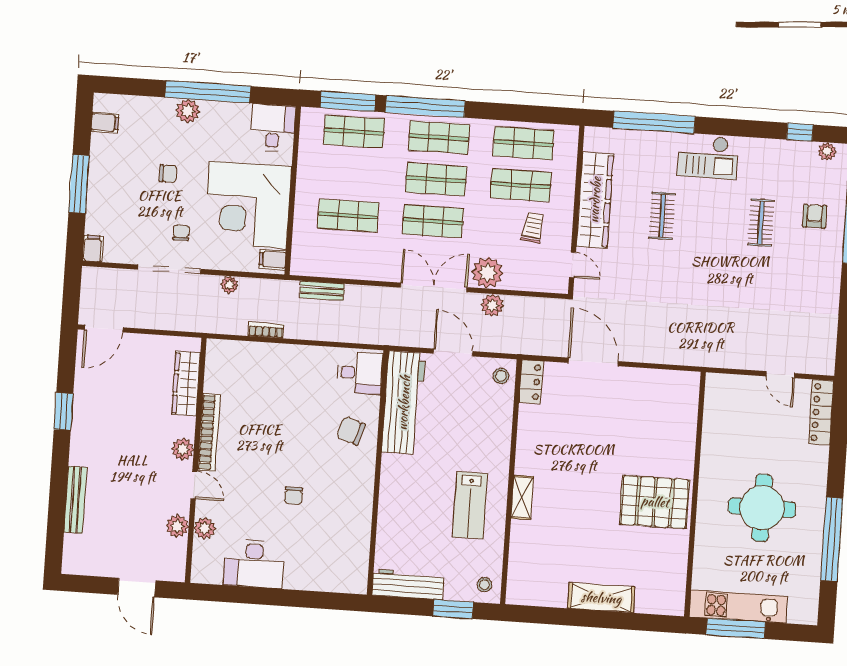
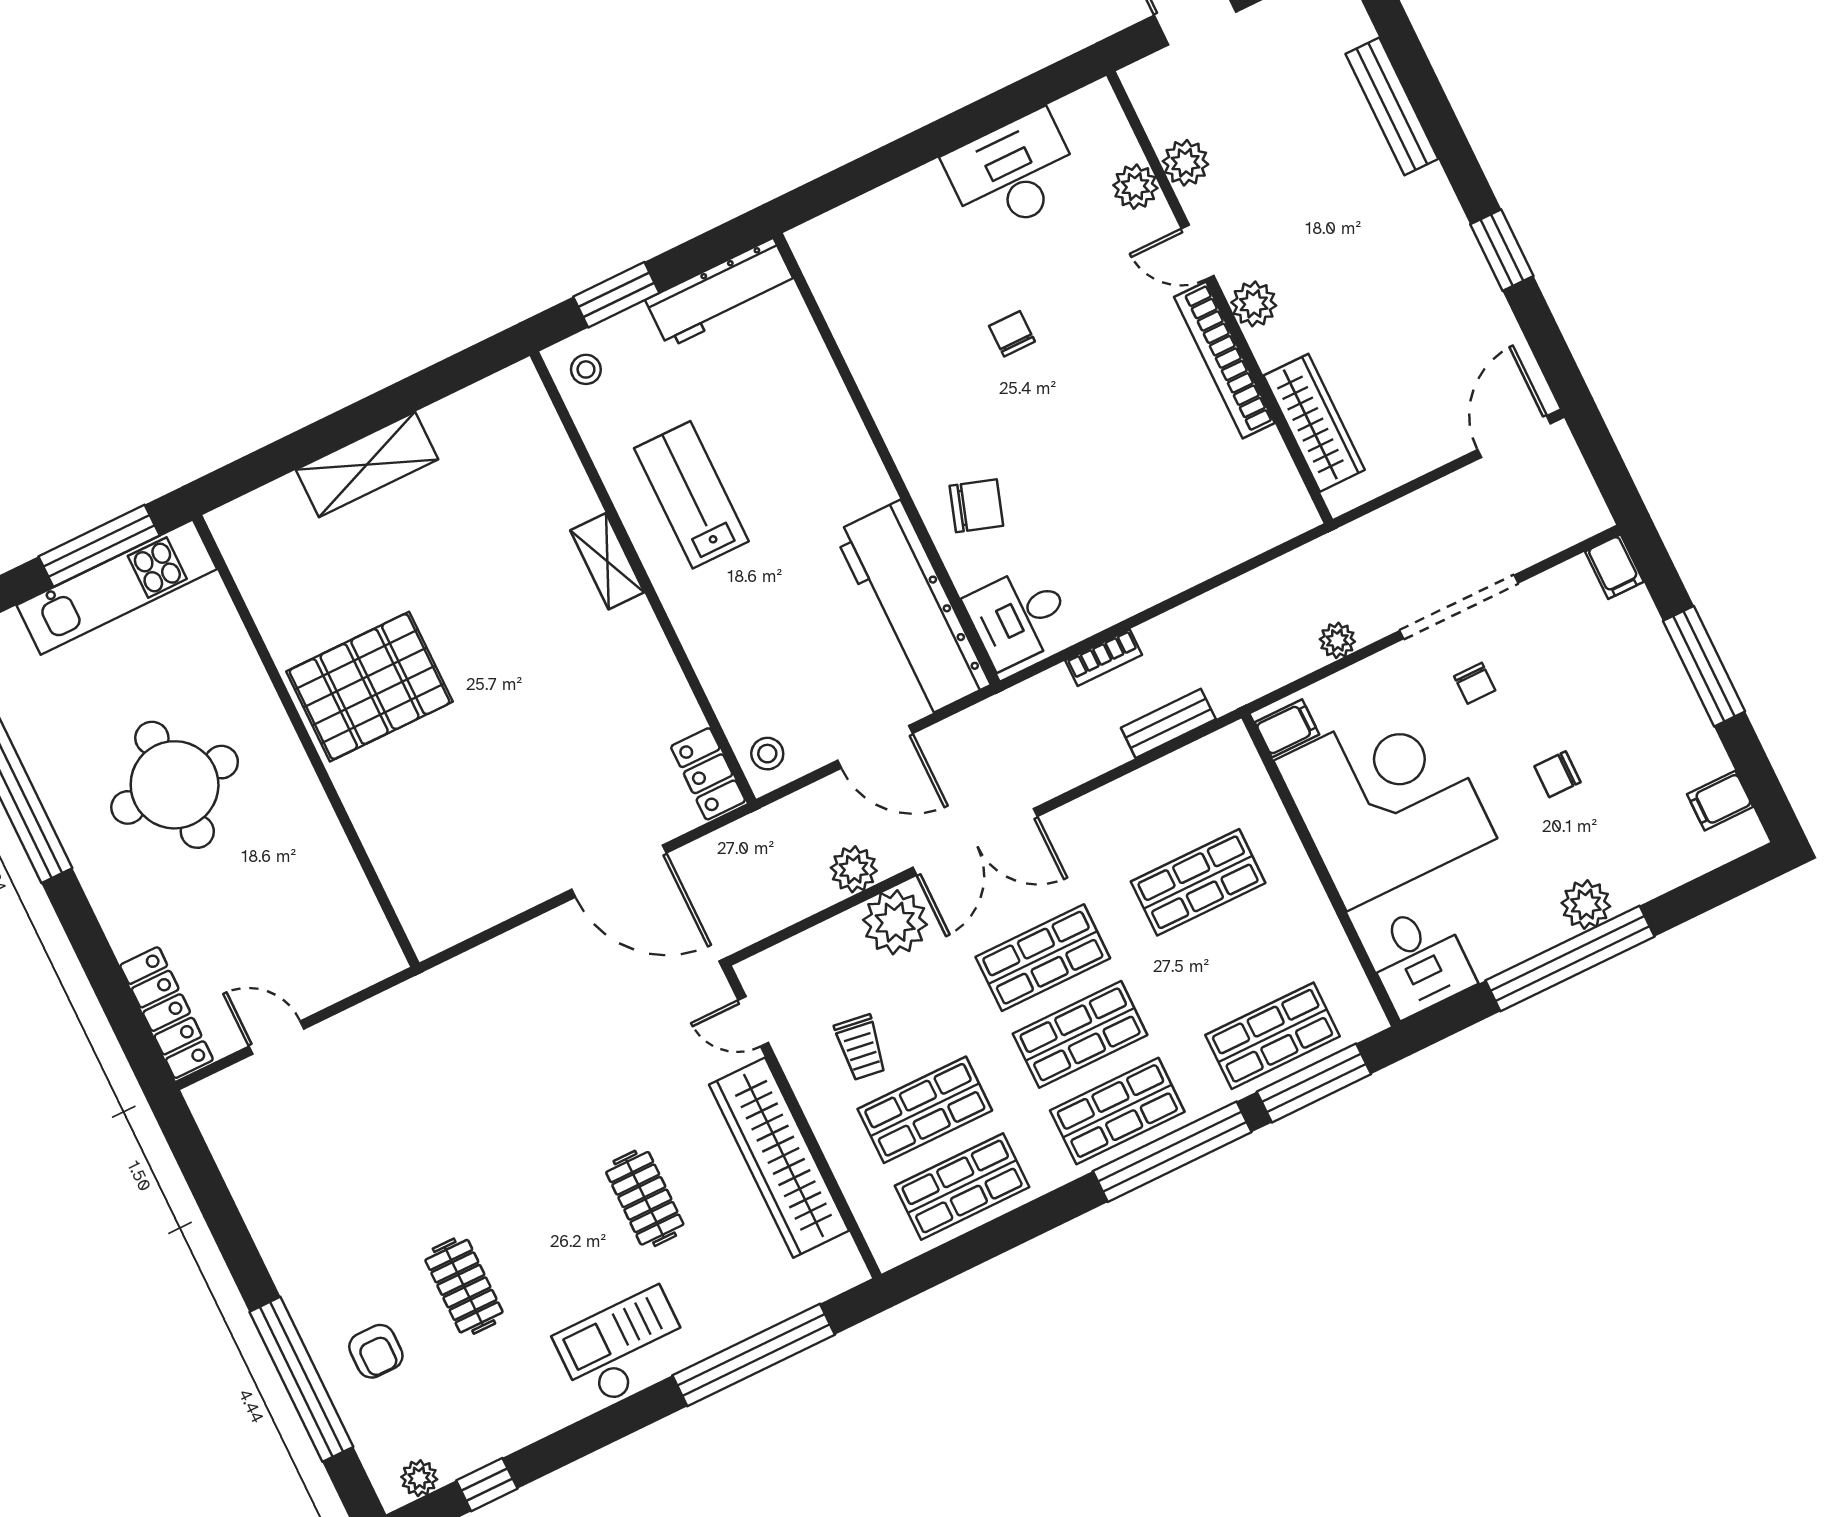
bookcase: (266, 330) -> (1104, 658), moved

